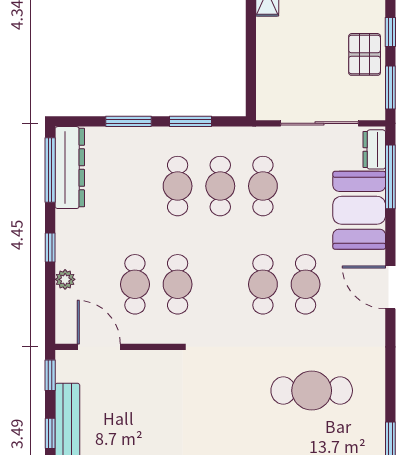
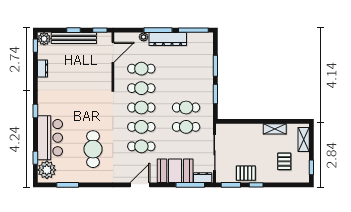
dresser: (70, 168) -> (168, 39), moved
cafe table: (178, 186) -> (141, 107), moved
window: (50, 248) -> (158, 30), width x2.17

